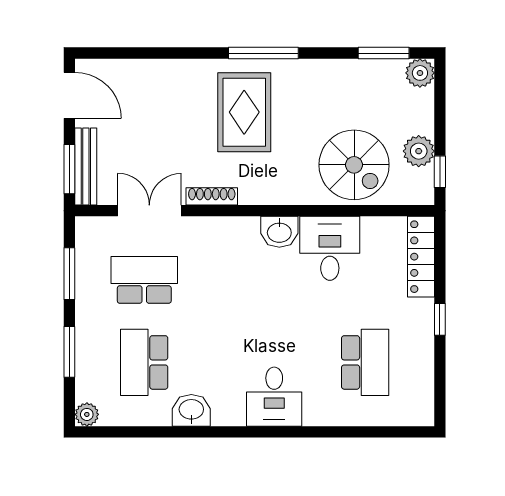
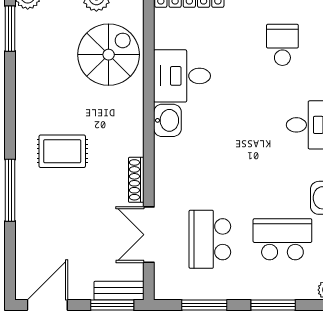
window: (263, 53) -> (10, 190), moved
rug: (244, 112) -> (62, 151), width x0.73, depth x0.70
bench: (86, 166) -> (119, 291), width x0.73
school desk: (144, 362) -> (282, 239), turned 180
school desk: (365, 362) -> (282, 45), width x0.54

